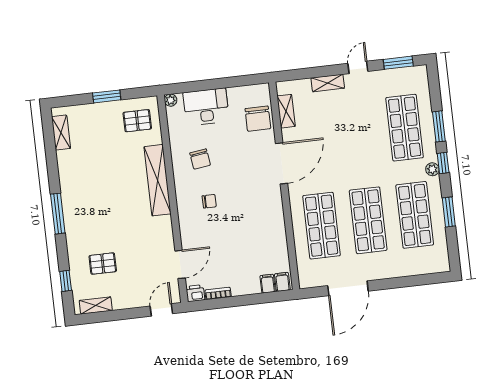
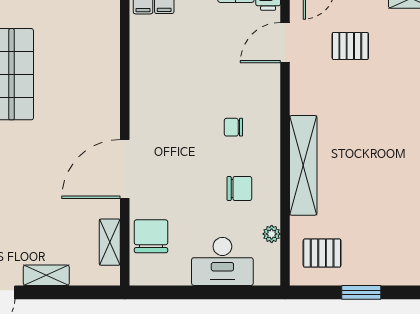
plant: (171, 100) -> (272, 234), moved
chair: (200, 159) -> (239, 188), turned 98
shop shelf: (322, 226) -> (78, 74), removed
pallet: (103, 264) -> (350, 46), moved

